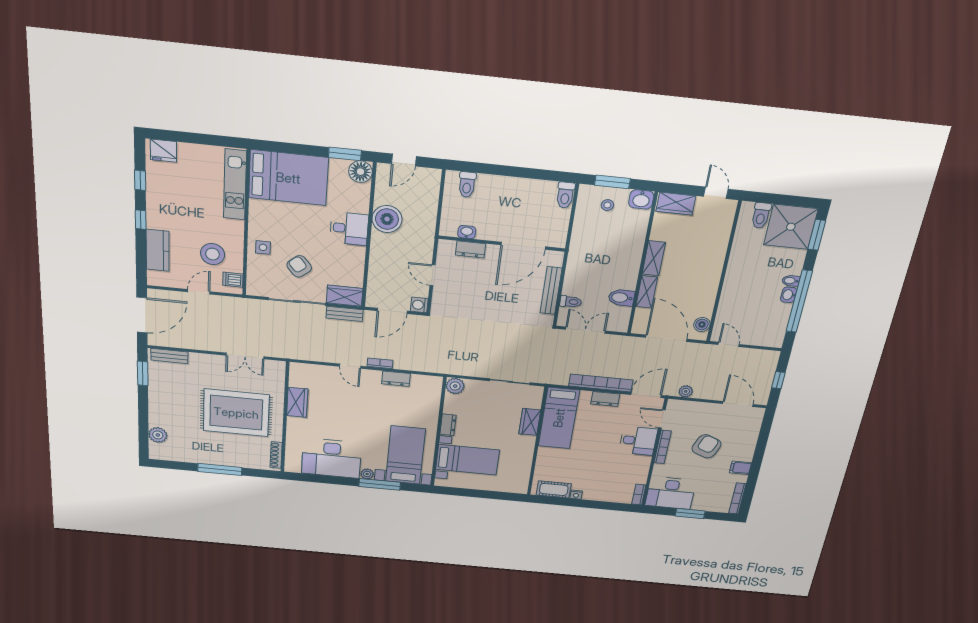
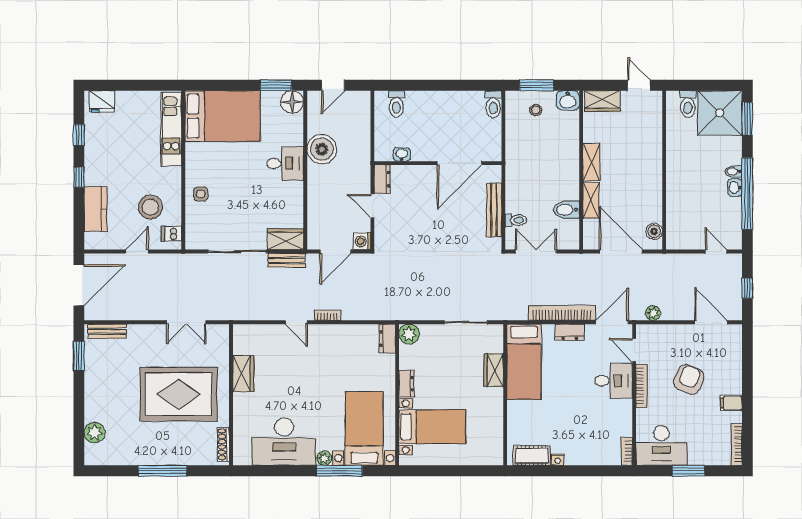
dresser: (471, 249) -> (382, 179), moved, turned -90
armchair: (299, 266) -> (238, 211), removed
door: (729, 344) -> (716, 252), moved
dresser: (396, 379) -> (387, 339), moved, turned 90

